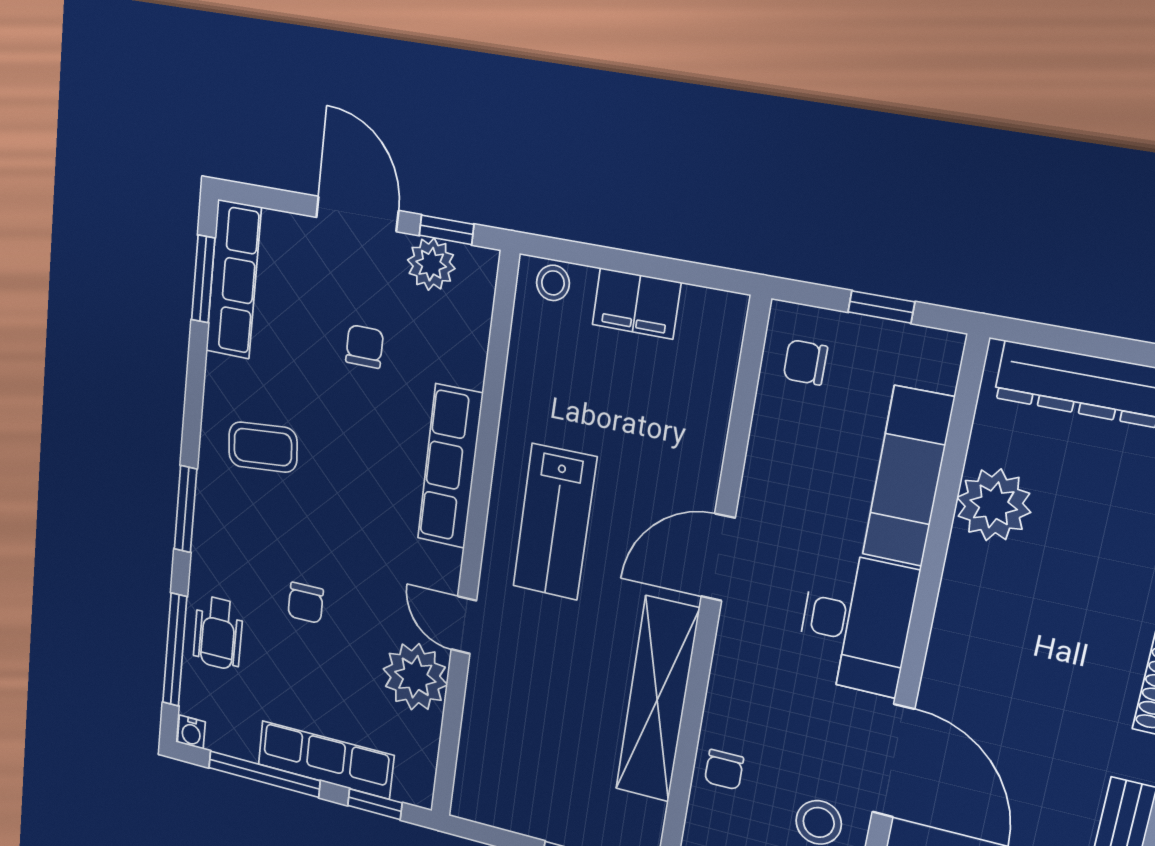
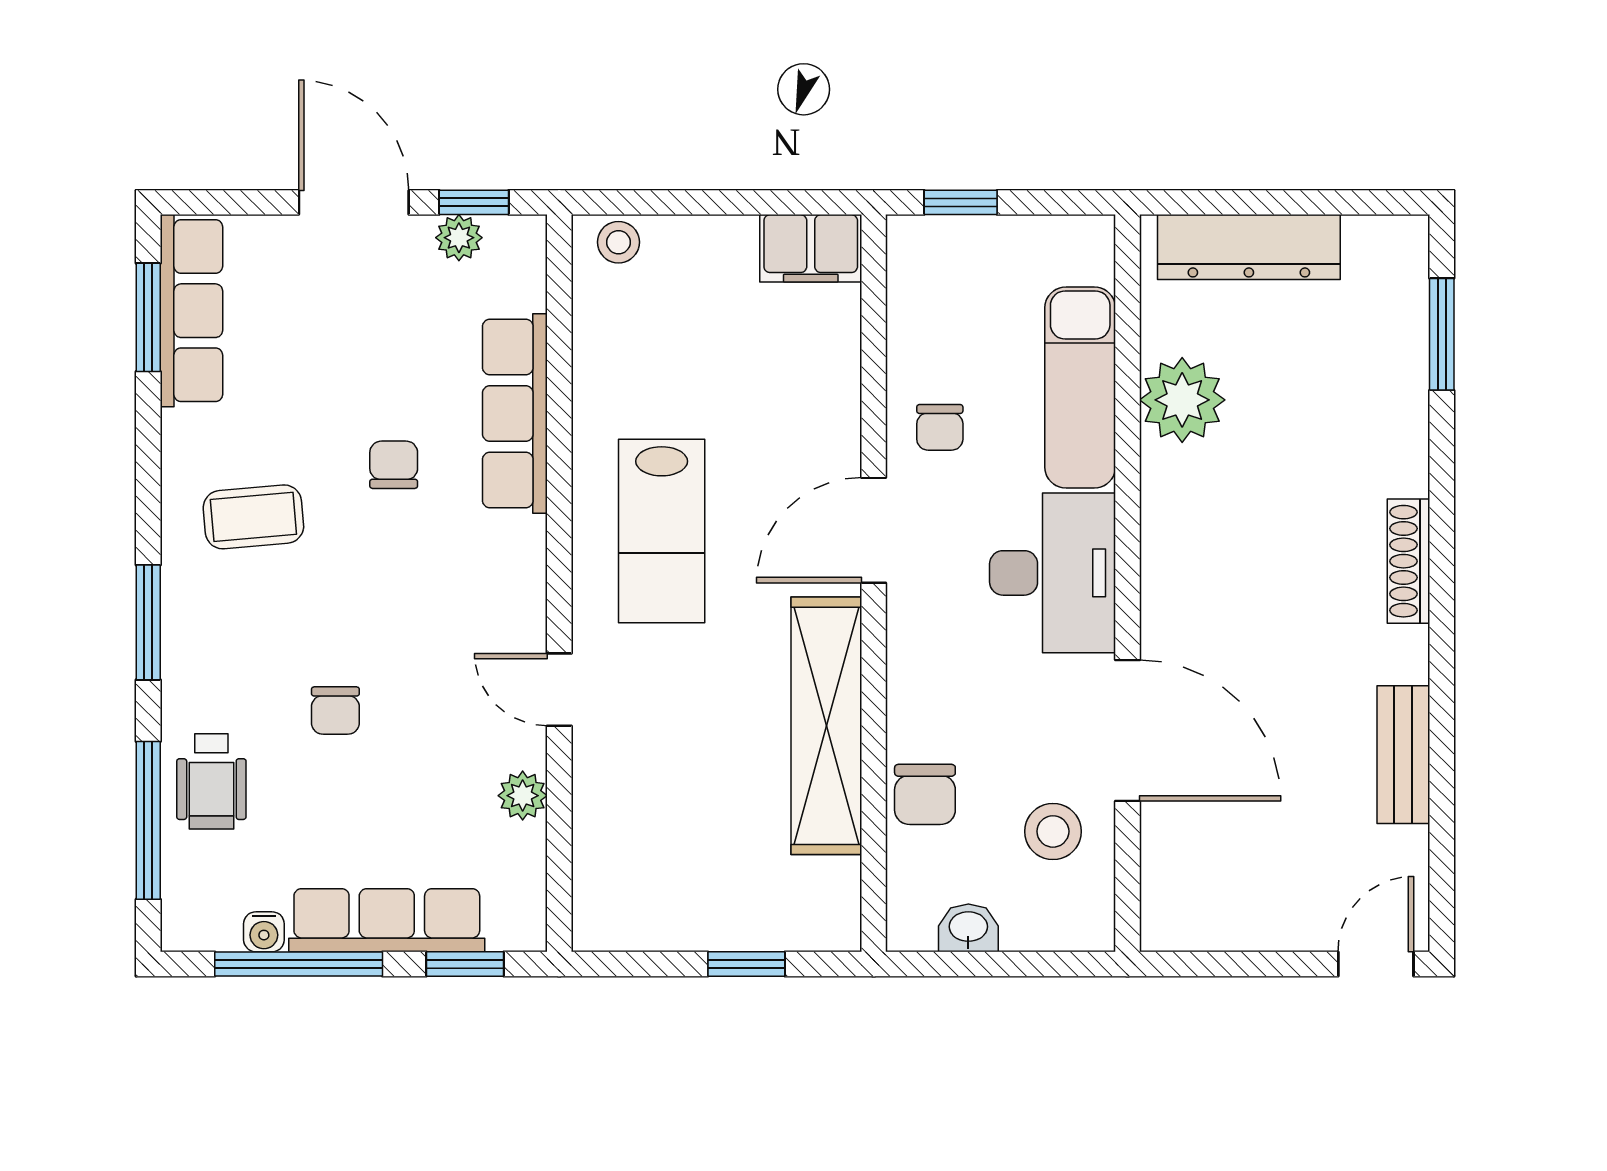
plant: (431, 264) -> (459, 238), width x0.73, depth x0.73
filing cabinet: (636, 303) -> (811, 248), moved
window: (881, 307) -> (961, 202), moved
chair: (365, 347) -> (394, 465), moved
chair: (805, 362) -> (940, 427), moved, turned -90
row of seats: (450, 466) -> (515, 413), moved
plant: (415, 677) -> (523, 796), width x0.53, depth x0.53
water cooler: (191, 732) -> (264, 932), moved
chair: (724, 770) -> (925, 794), width x1.37, depth x1.37

